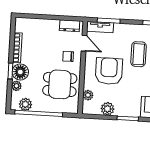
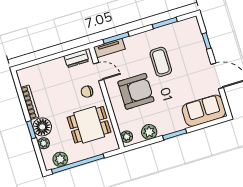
armchair: (109, 71) -> (136, 91), turned 90
plant: (88, 95) -> (127, 137), moved

